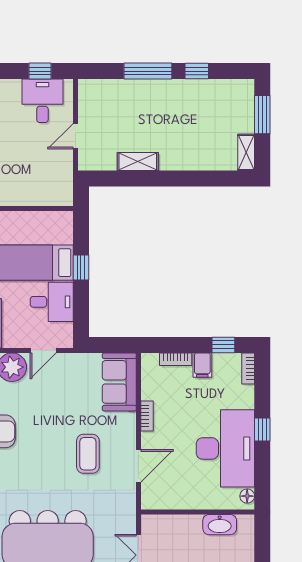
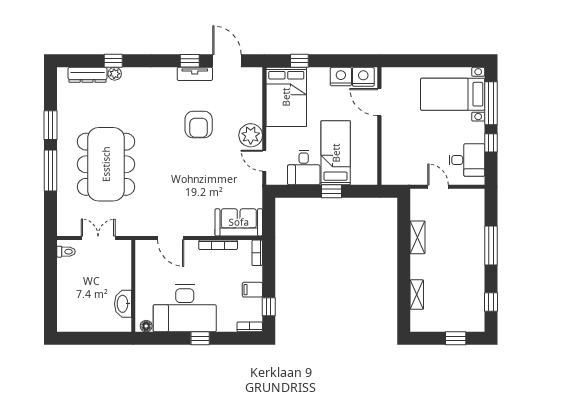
window: (40, 71) -> (491, 143), moved
window: (197, 71) -> (491, 302), moved
window: (262, 115) -> (456, 338), width x0.67
shelving: (246, 152) -> (417, 295), moved, turned 90
bookcase: (176, 359) -> (257, 253), moved
bookcase: (147, 416) -> (218, 245), width x1.56
coffee table: (88, 454) -> (180, 197), removed

